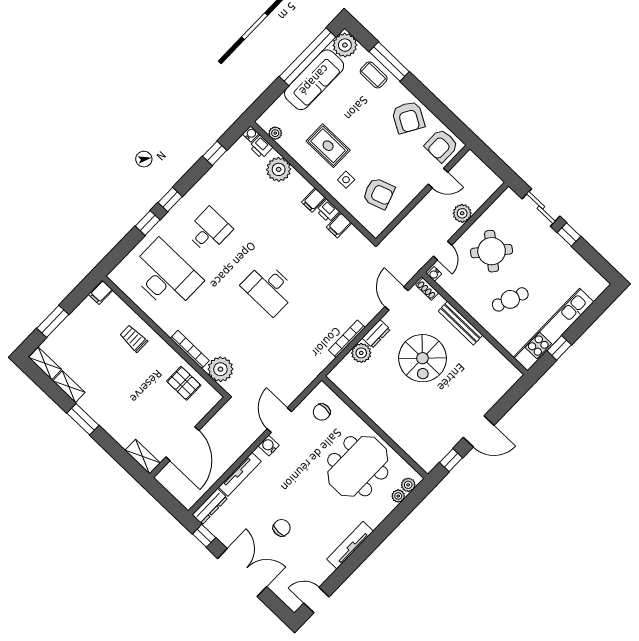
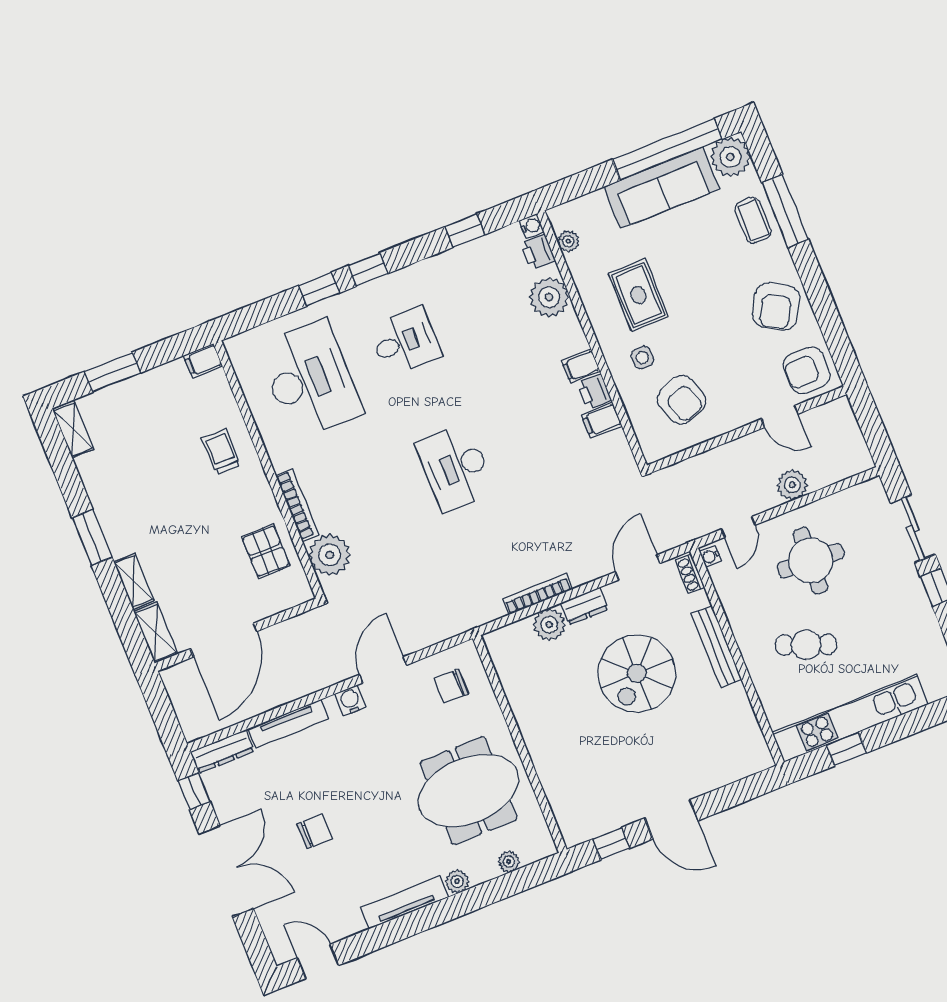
round table: (492, 251) -> (811, 561), turned -37
shelving: (69, 387) -> (134, 581), moved
plant: (408, 485) -> (457, 881), moved

